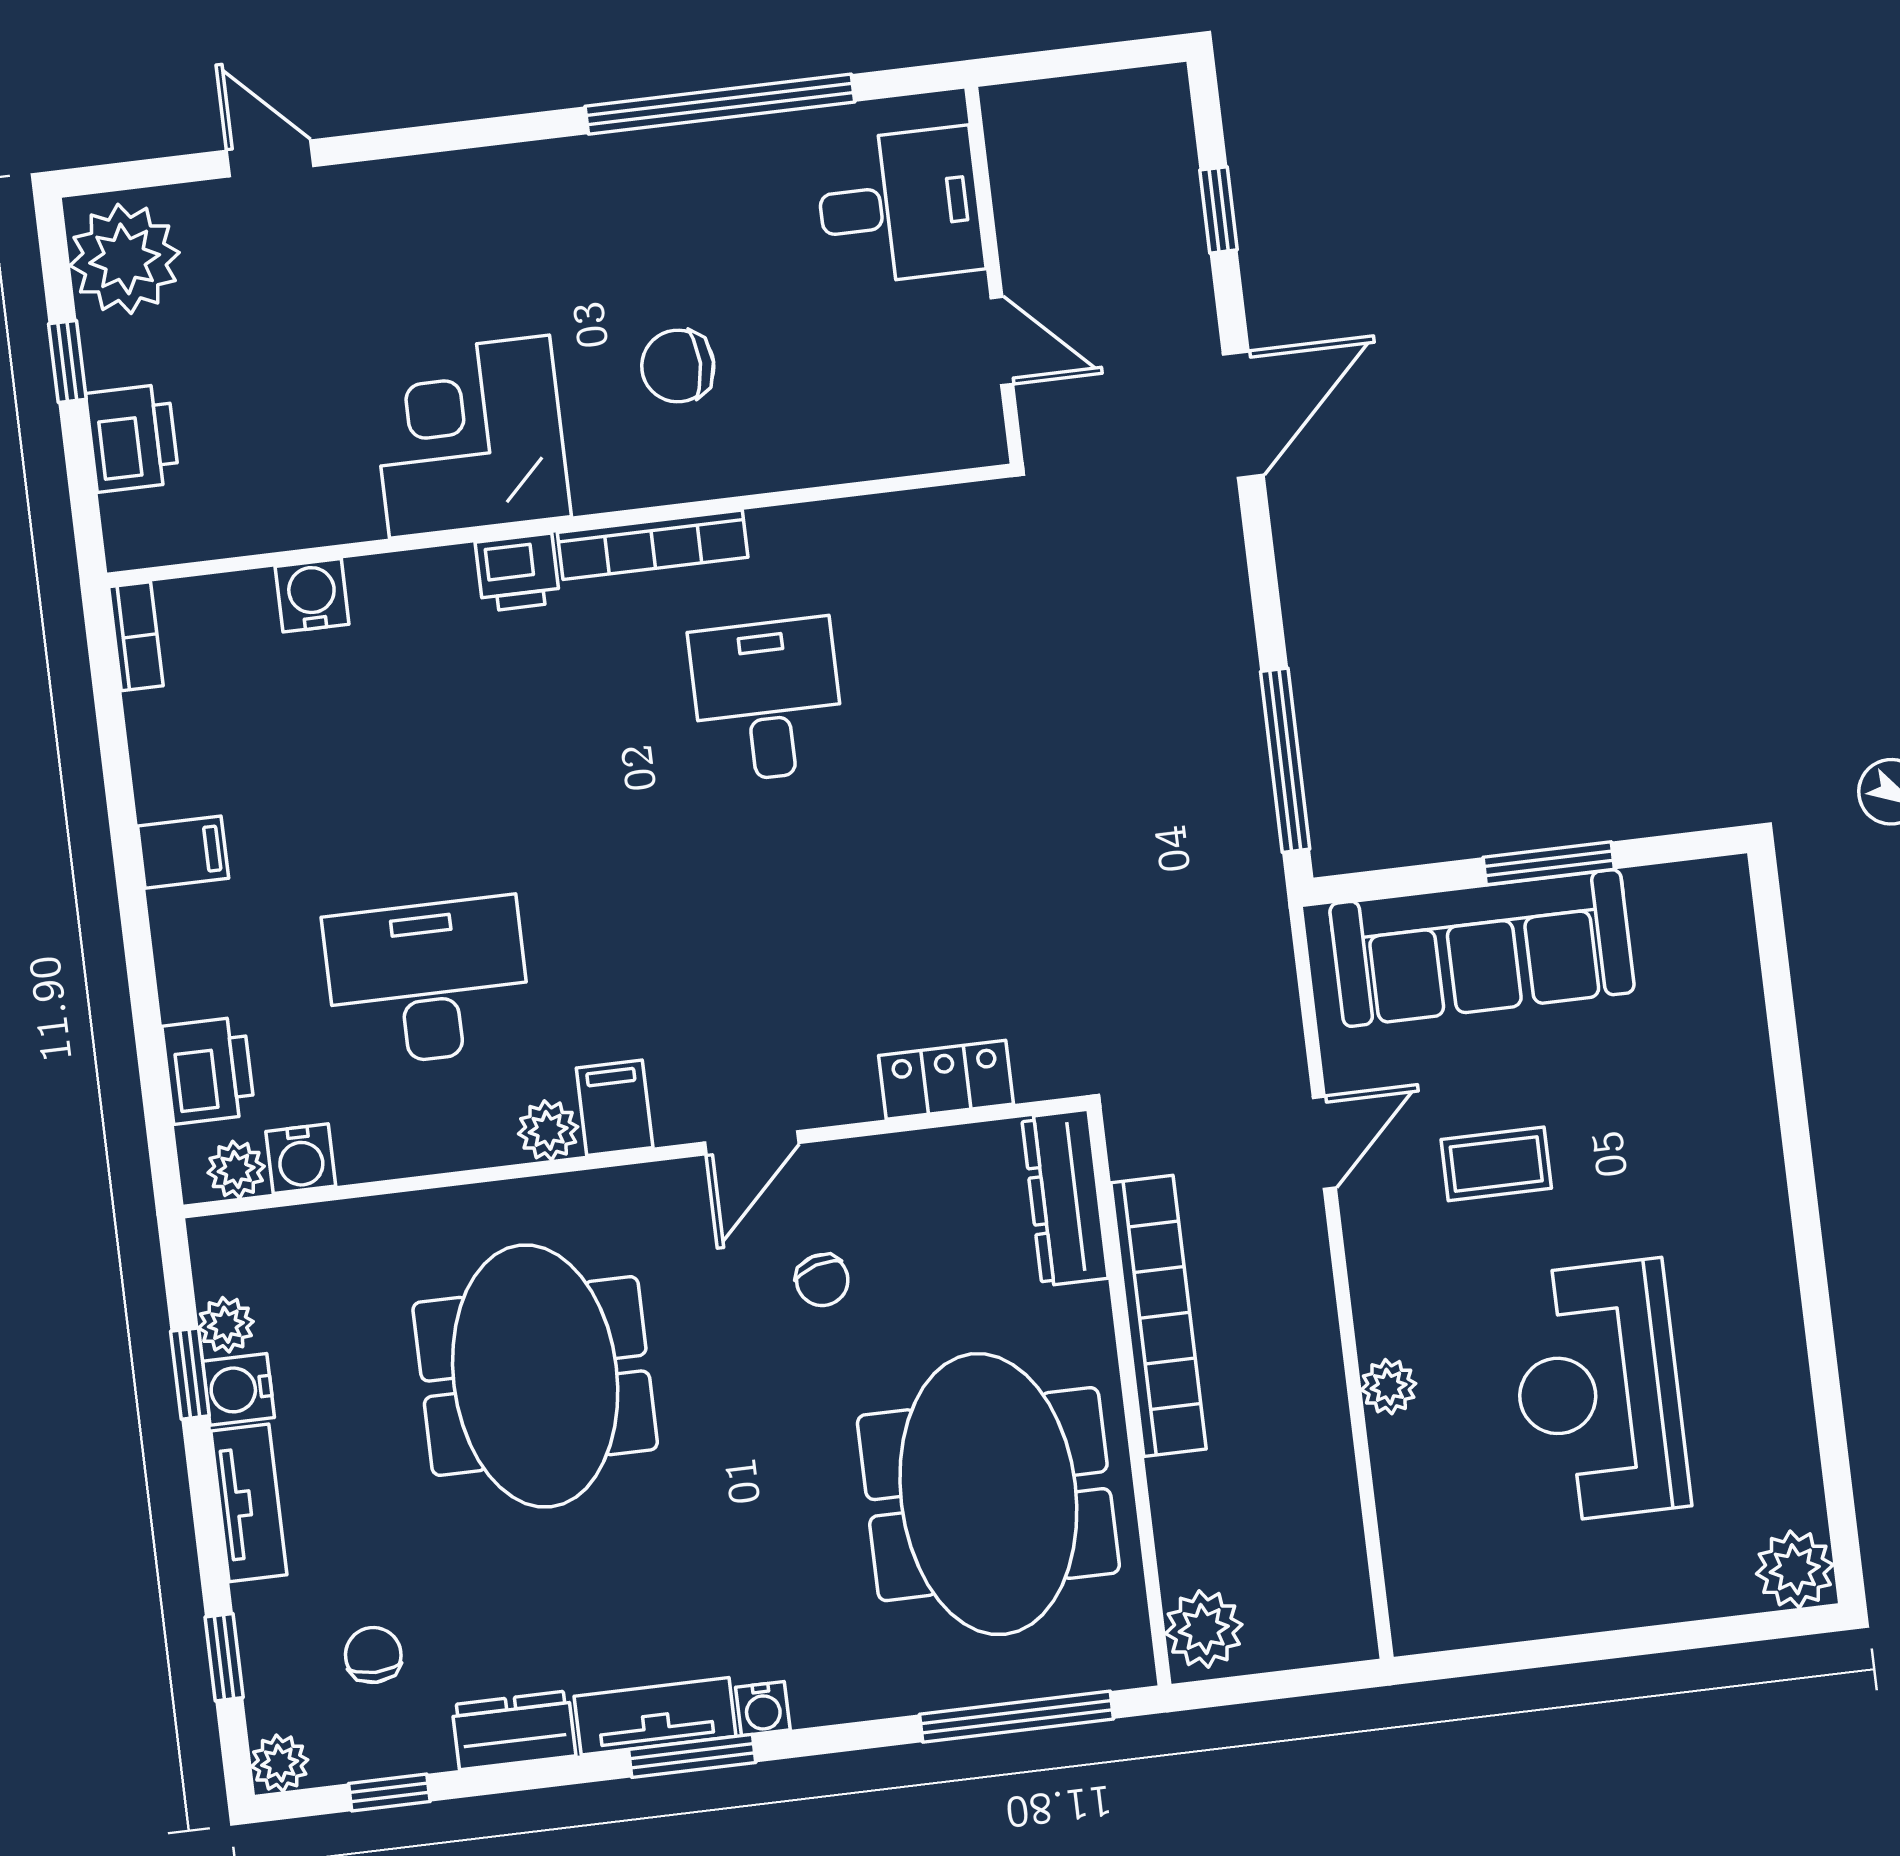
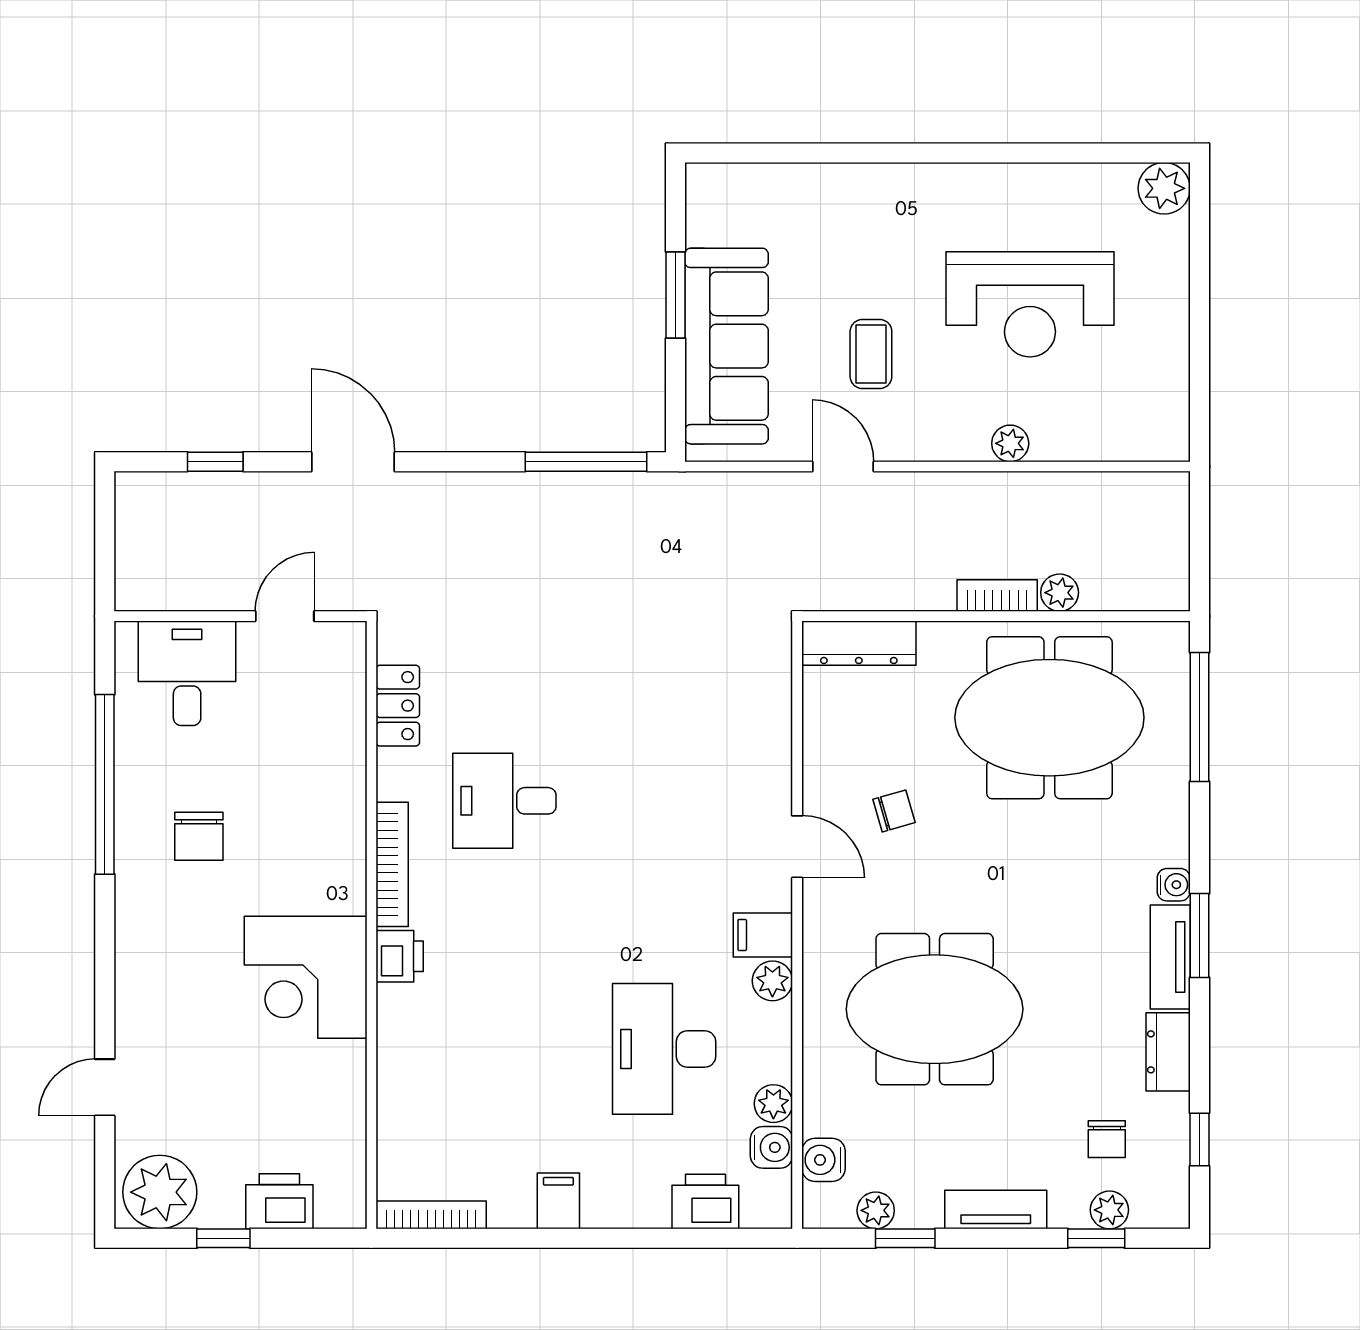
chair: (678, 366) -> (199, 836), moved
water cooler: (312, 595) -> (398, 1095), removed
bookcase: (136, 636) -> (431, 1215), width x1.56
locker: (946, 1080) -> (398, 706), moved, turned 180
plant: (236, 1169) -> (773, 1104), moved
bookcase: (1158, 1316) -> (997, 595), width x0.43, depth x0.76
water cooler: (238, 1389) -> (823, 1160), moved, turned 90
plant: (1204, 1629) -> (1060, 593), moved, width x0.73, depth x0.73
chair: (373, 1655) -> (1107, 1139), turned -90
plant: (280, 1763) -> (1109, 1210), moved

